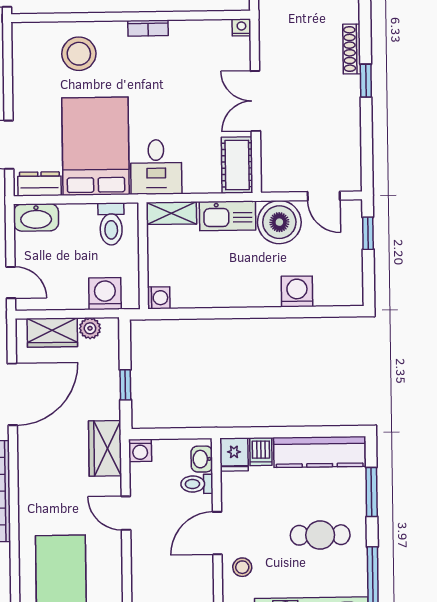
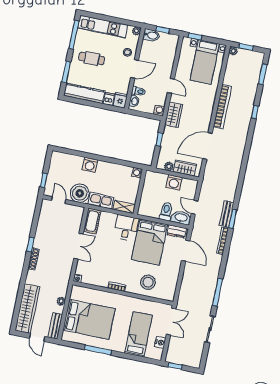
toilet: (111, 224) -> (166, 211), moved
door: (11, 283) -> (195, 207), moved
washing machine: (297, 291) -> (90, 165), moved
washing machine: (105, 294) -> (174, 183), moved

